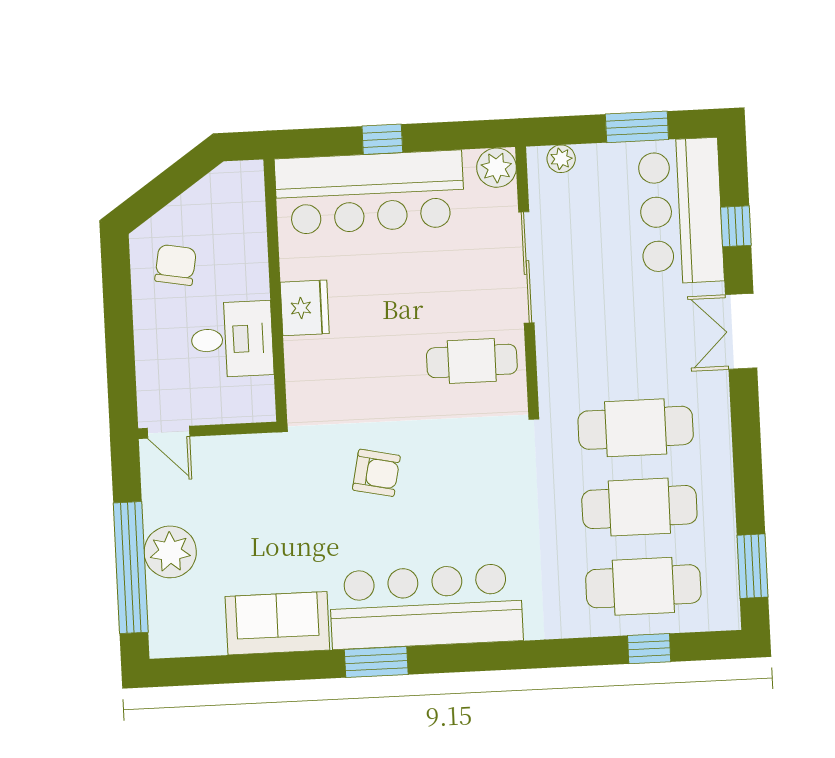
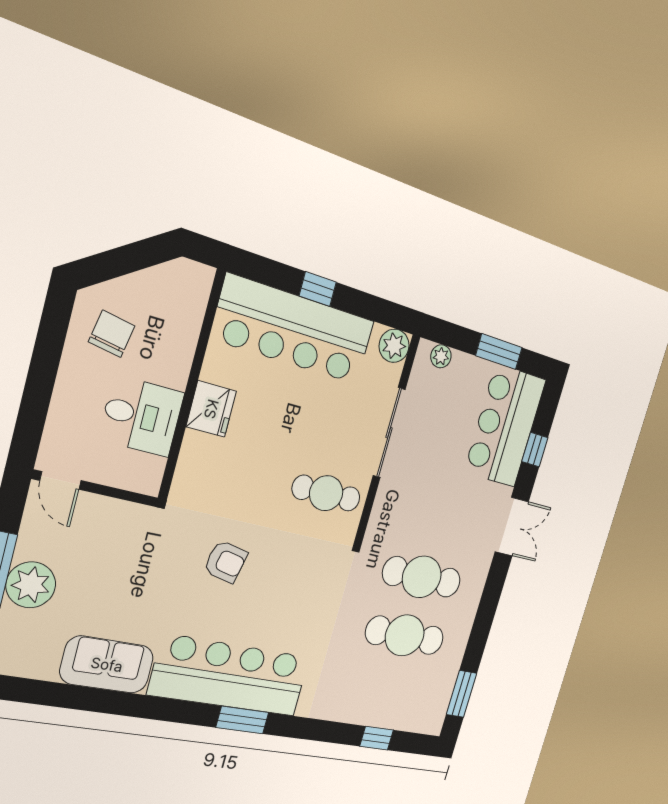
double door: (741, 331) -> (512, 527), swing flipped
cafe table: (643, 586) -> (388, 693), removed
window: (376, 662) -> (242, 720), moved

